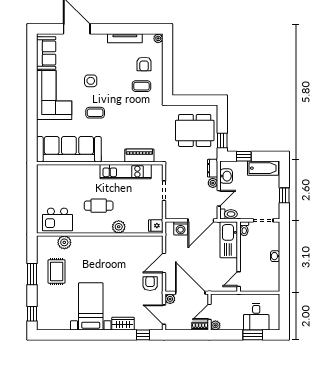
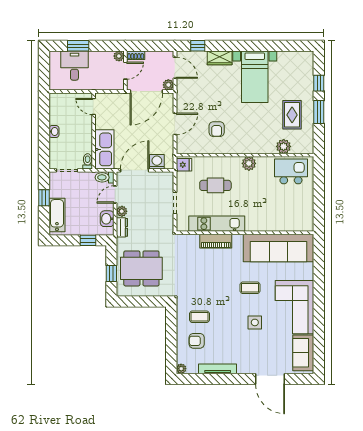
armchair: (144, 64) -> (197, 341), turned -90
window: (222, 141) -> (111, 273), moved
piano: (139, 156) -> (216, 241), moved
bathtub: (263, 168) -> (57, 215), moved, turned 90
cafe table: (99, 206) -> (215, 185), moved
plant: (119, 227) -> (249, 163), moved
door: (239, 279) -> (94, 107), swing flipped
armchair: (150, 284) -> (217, 129), moved
door: (190, 293) -> (146, 92), hinge flipped
window: (32, 314) -> (319, 83), moved

